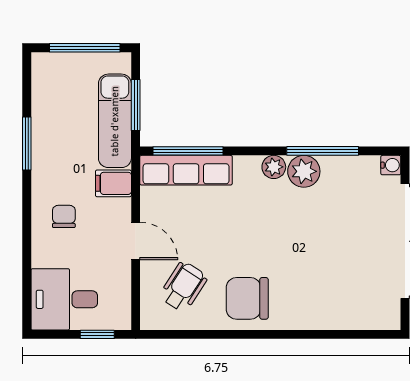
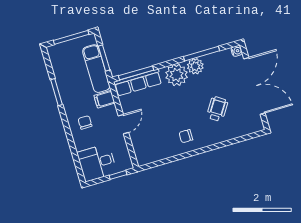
plant: (274, 167) -> (177, 75), width x1.87, depth x1.87
door: (136, 241) -> (123, 124), hinge flipped
wheelchair: (183, 287) -> (217, 109), moved
chair: (247, 298) -> (186, 136), width x0.54, depth x0.54

